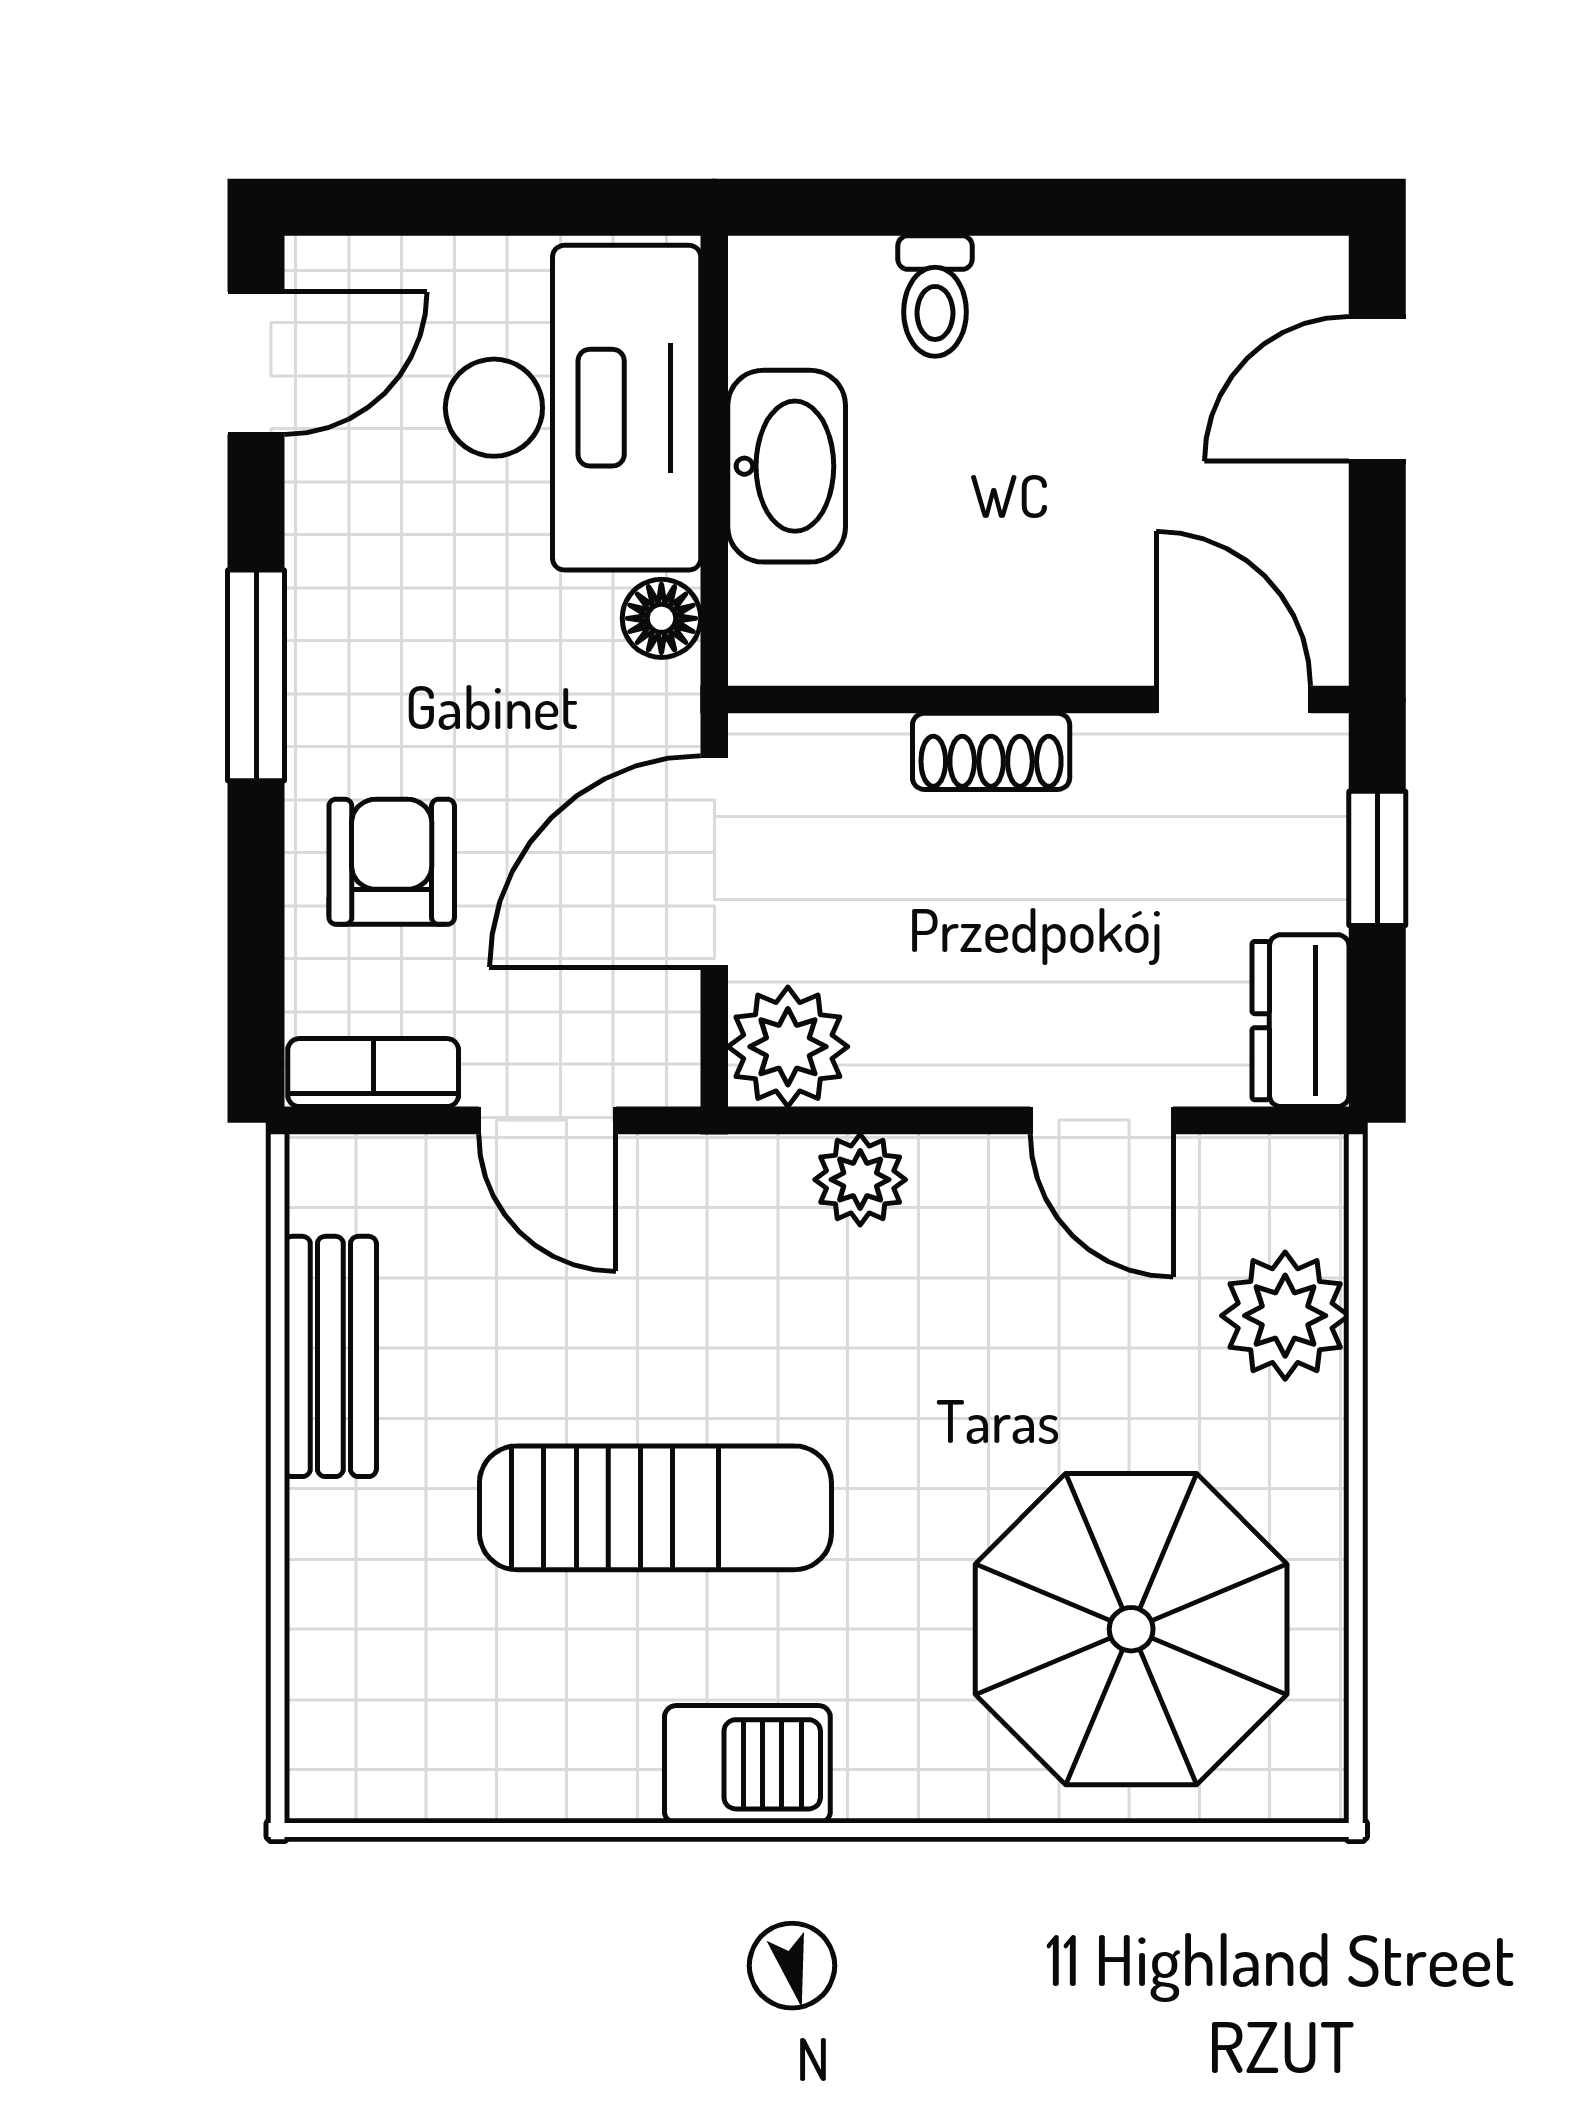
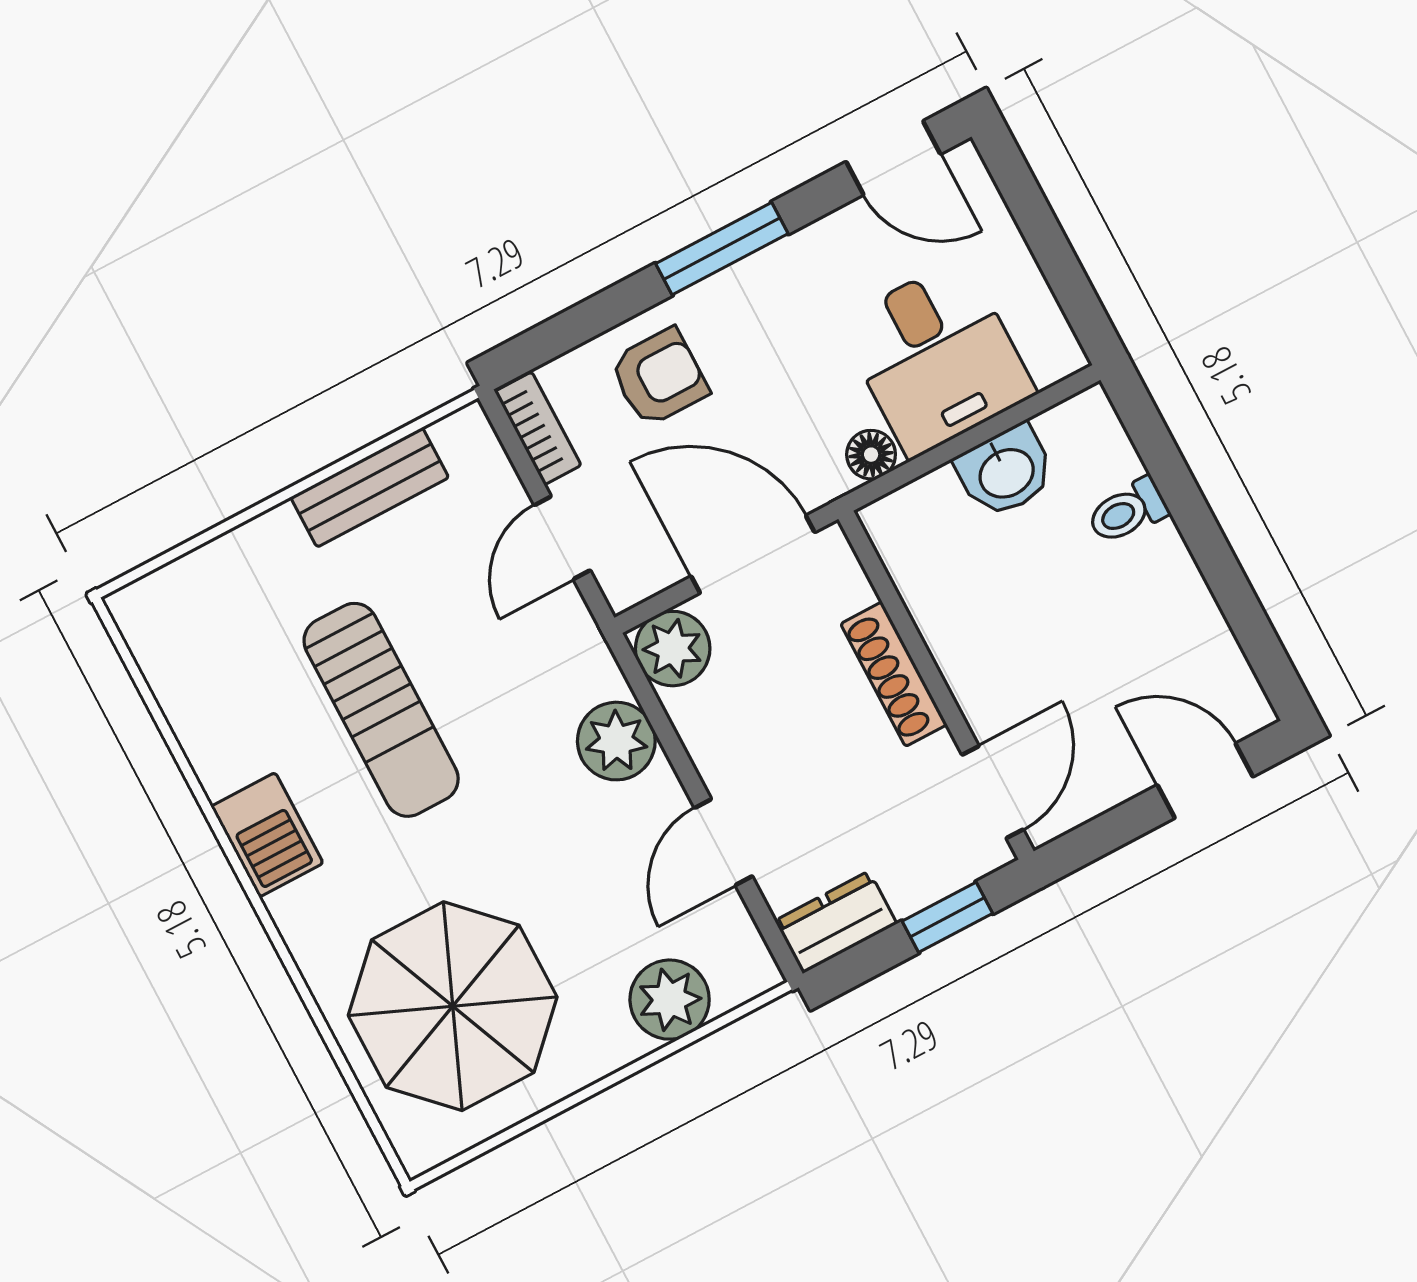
desk: (573, 408) -> (937, 358), width x0.73
washbasin: (787, 466) -> (1006, 471), width x0.72
shoe rack: (991, 751) -> (894, 674), width x1.43
plant: (860, 1180) -> (616, 741), width x1.38, depth x1.38

